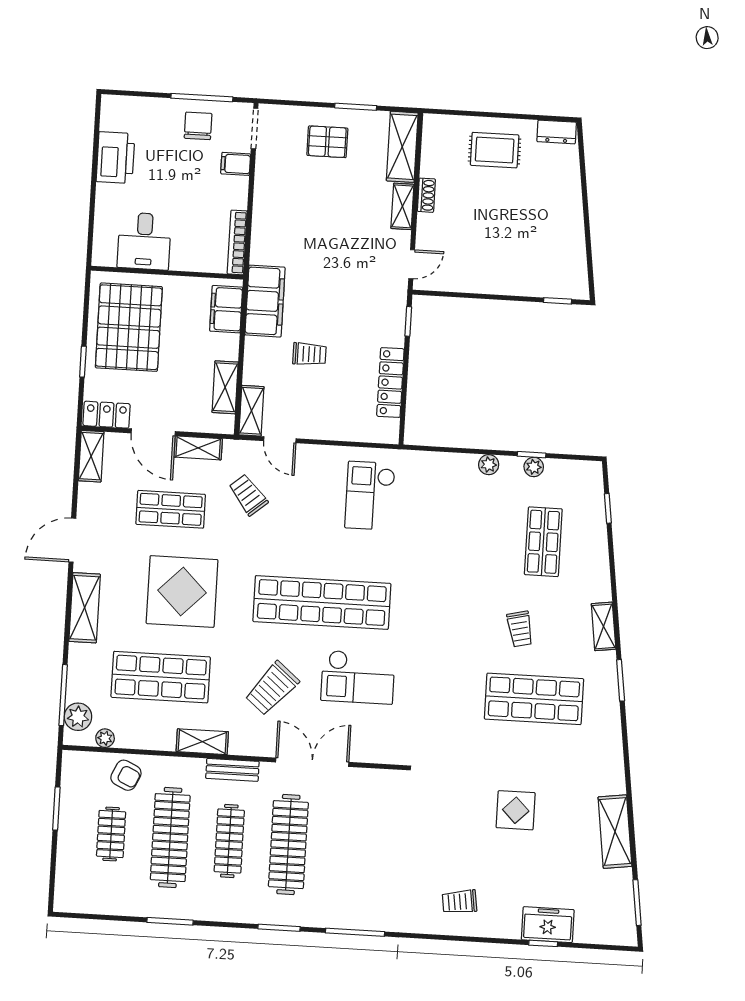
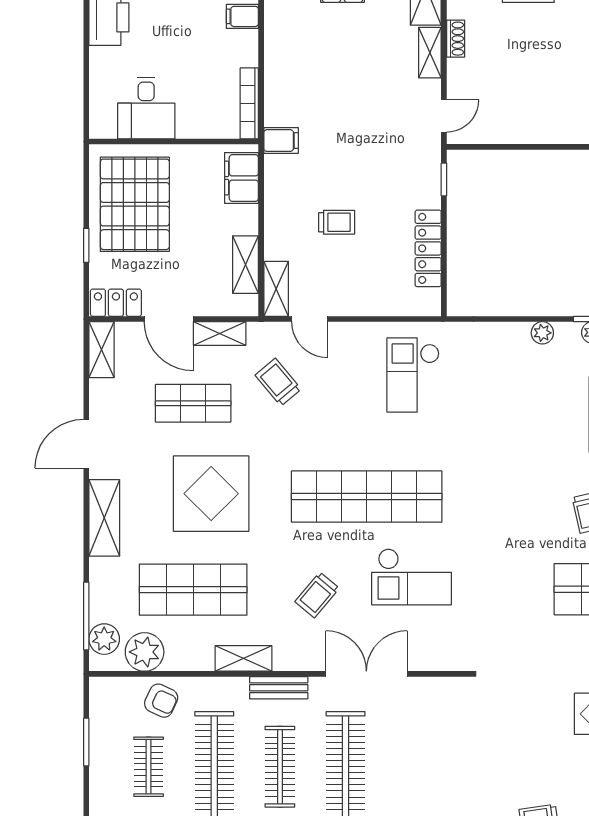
filing cabinet: (265, 301) -> (281, 141), width x0.33, depth x0.86
trolley: (272, 688) -> (317, 595), width x0.73, depth x0.72
plant: (105, 738) -> (145, 652), width x1.88, depth x1.88

